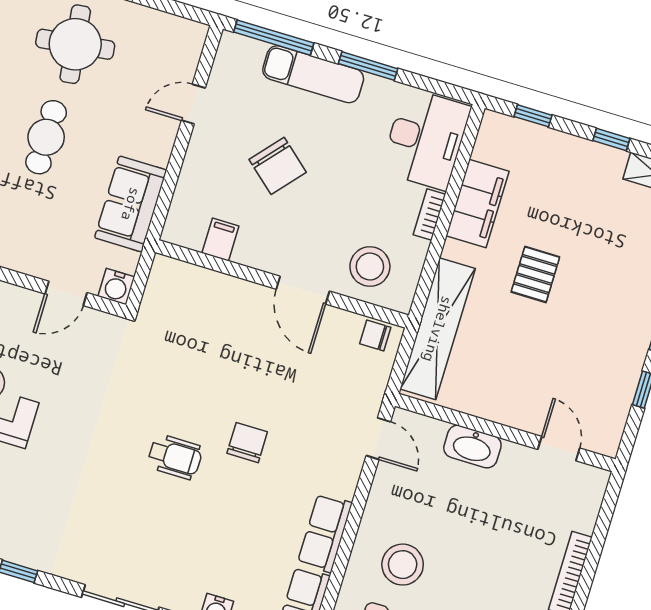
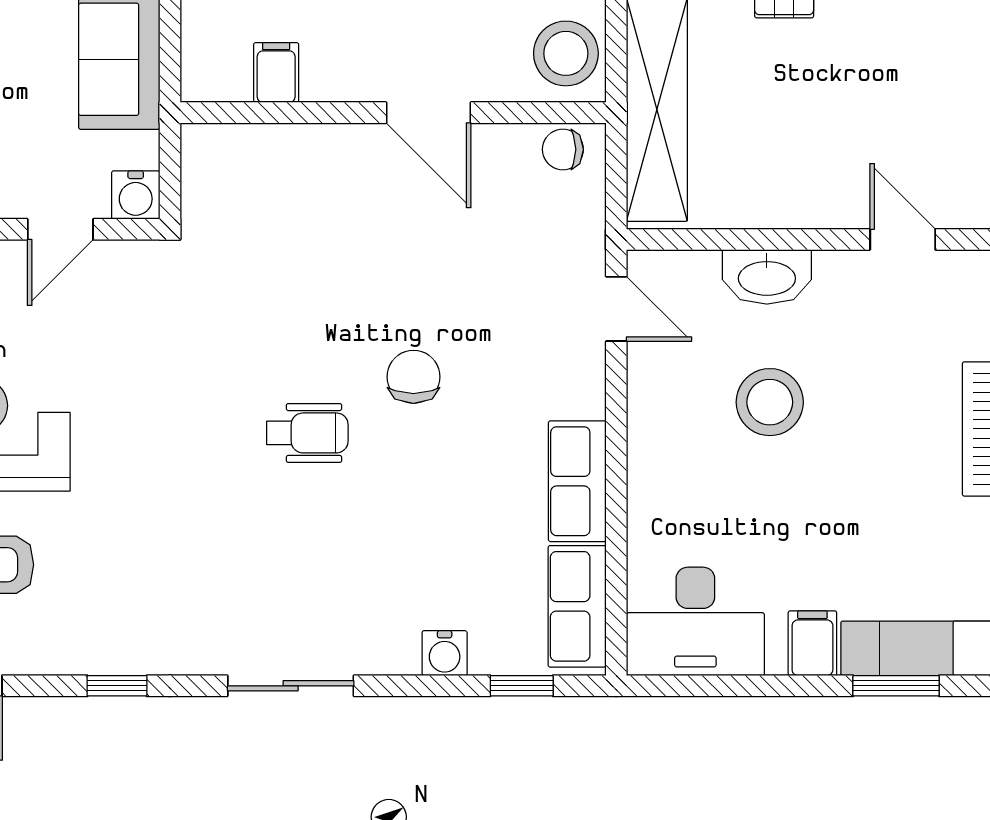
stool: (370, 267) -> (566, 53), moved
stool: (403, 565) -> (770, 402), moved

